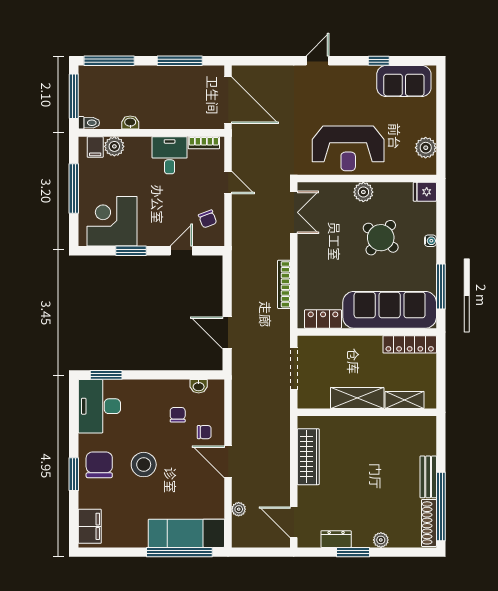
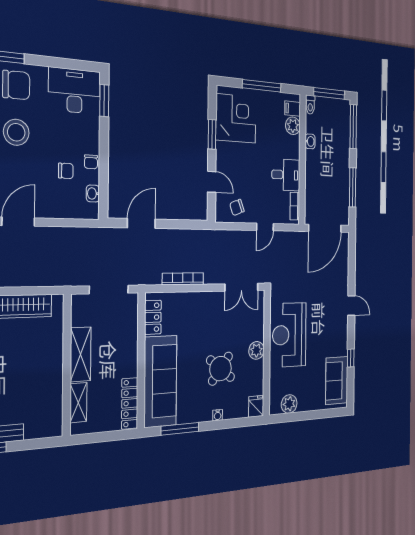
chair: (204, 432) -> (91, 162), moved

